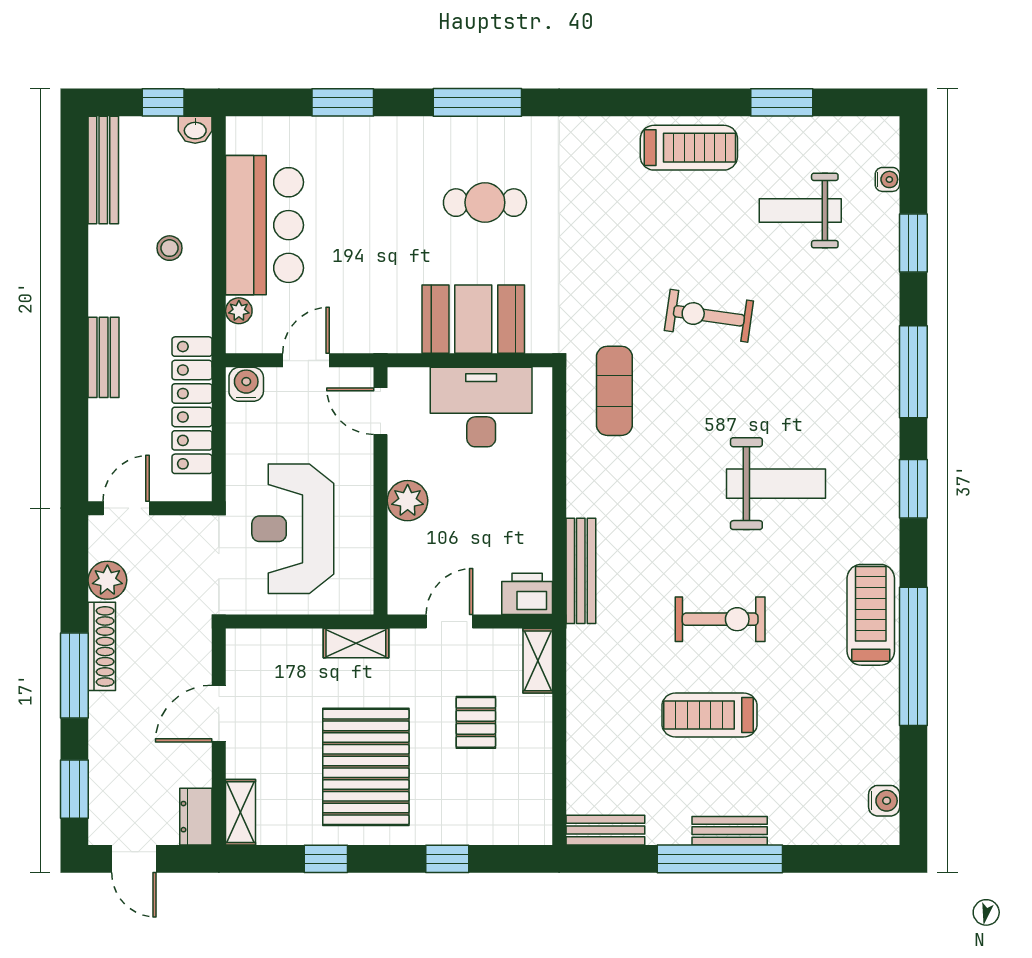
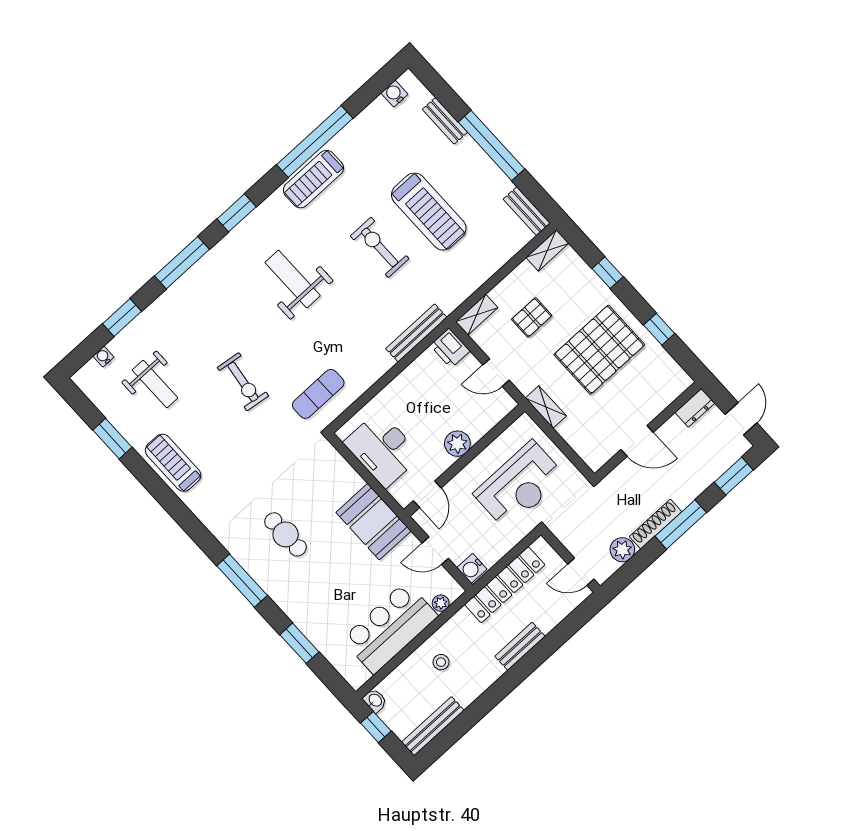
booth: (473, 319) -> (374, 522), moved
treadmill: (710, 715) -> (429, 212), width x1.37, depth x1.38
shelving: (240, 812) -> (547, 250), moved
bench: (730, 831) -> (445, 121), moved

